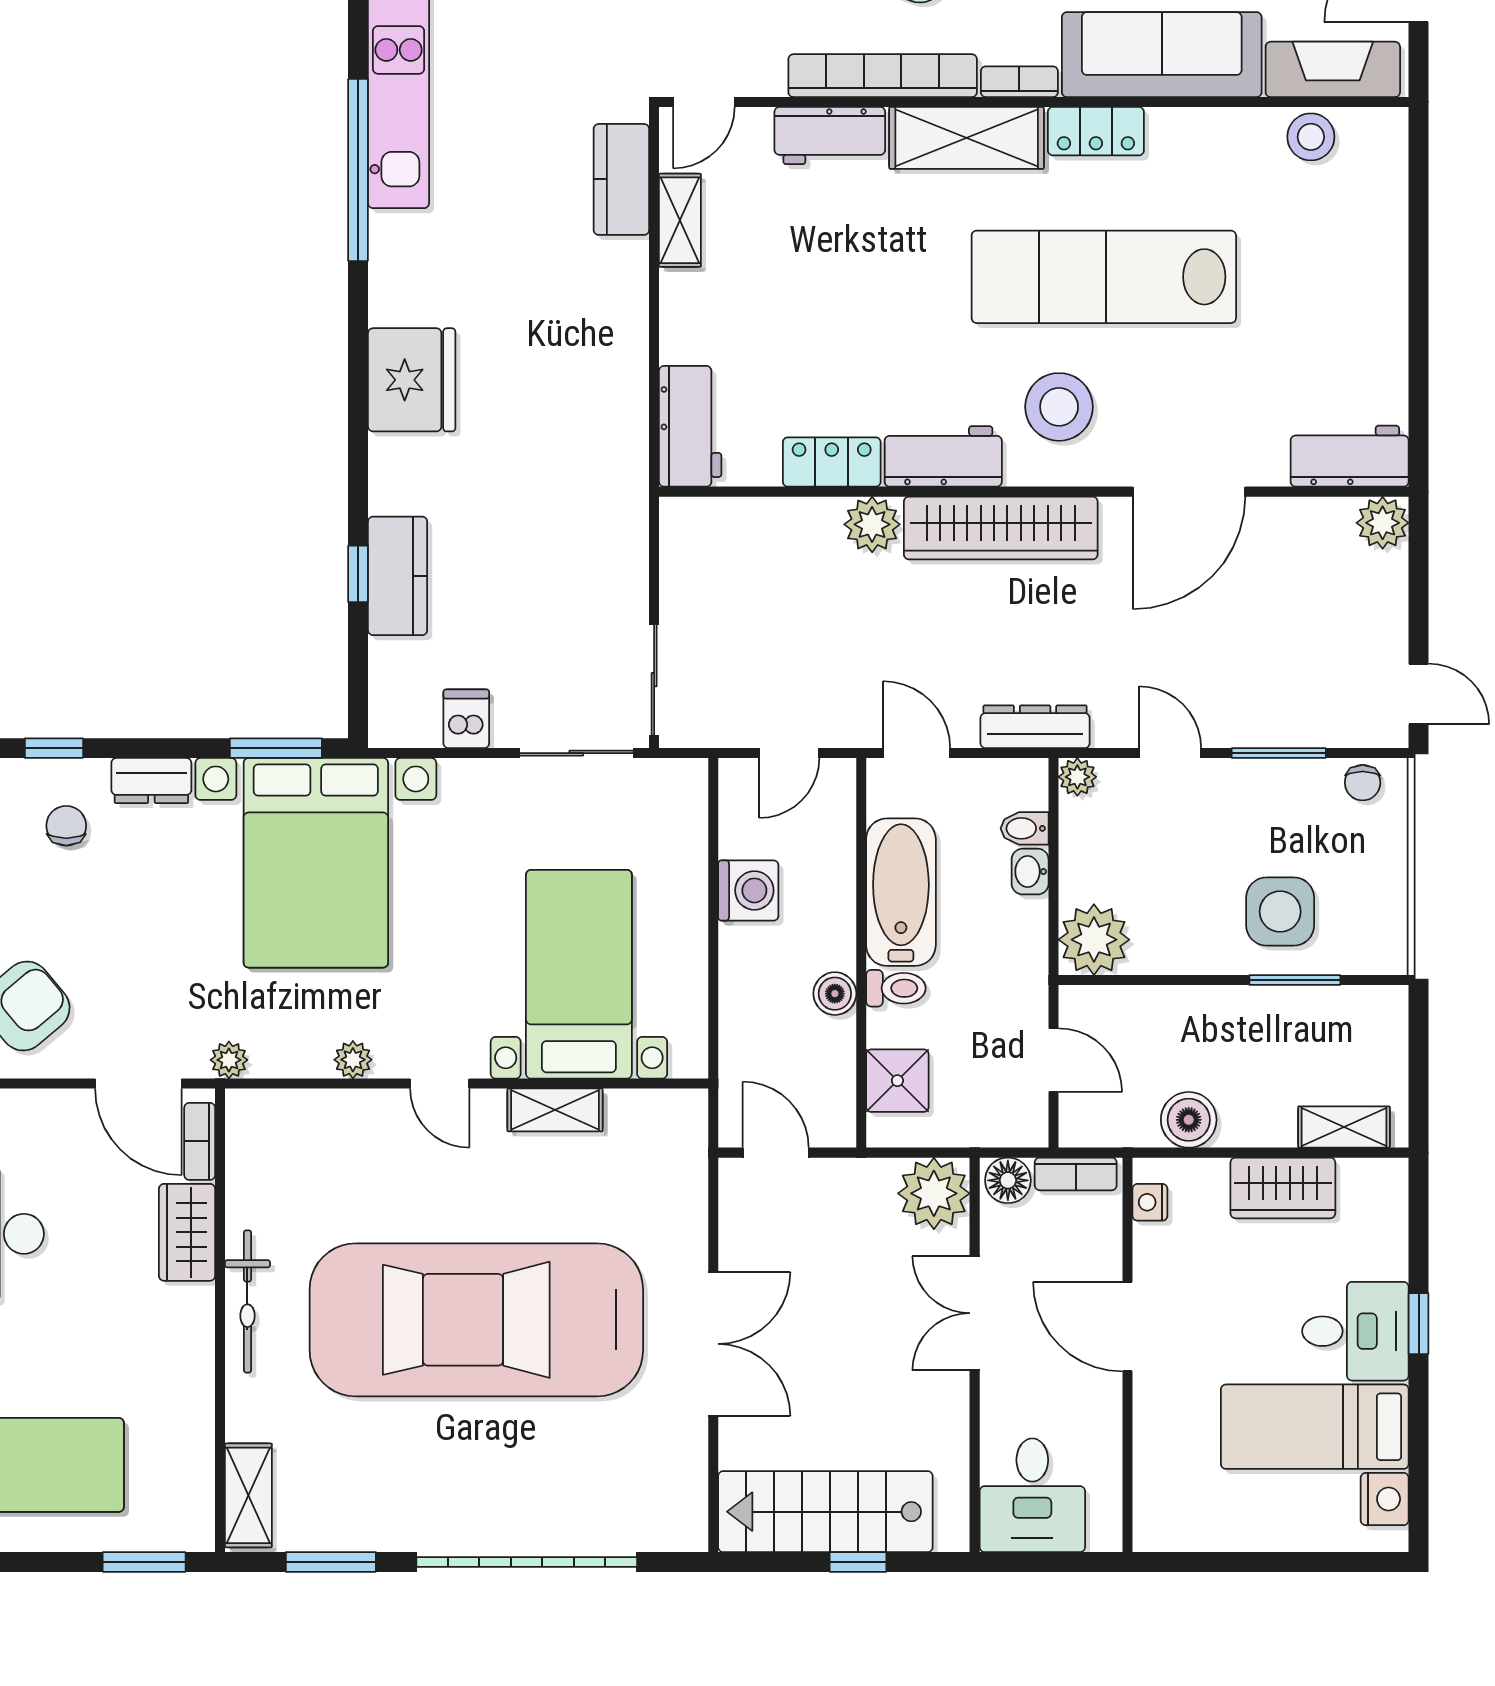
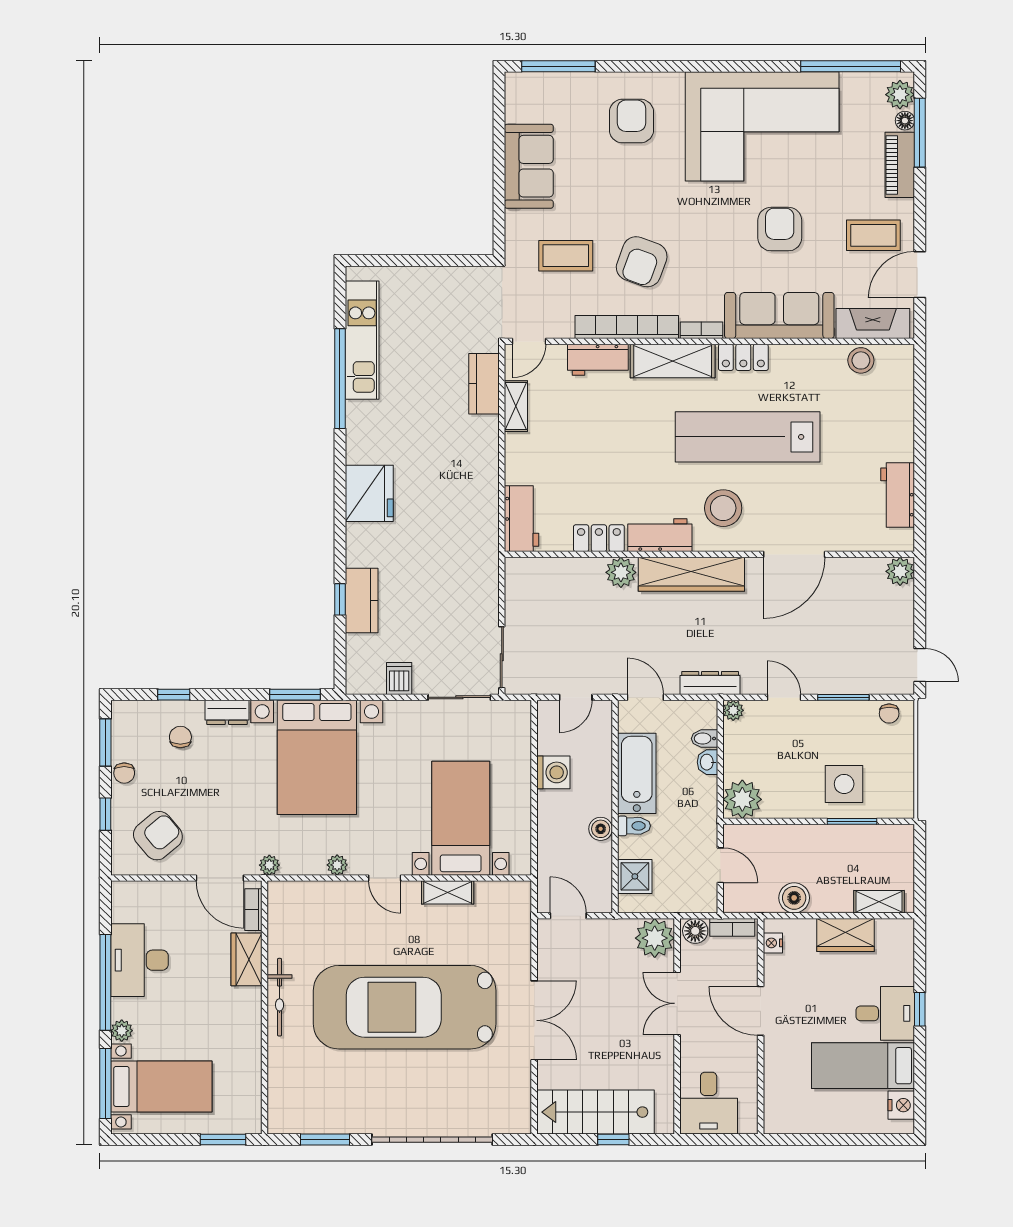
workbench: (1350, 456) -> (898, 495), moved, turned -90
shelving: (248, 1495) -> (280, 1103), removed

